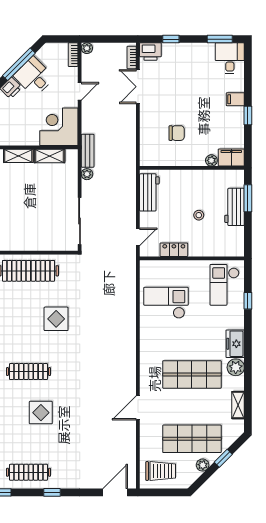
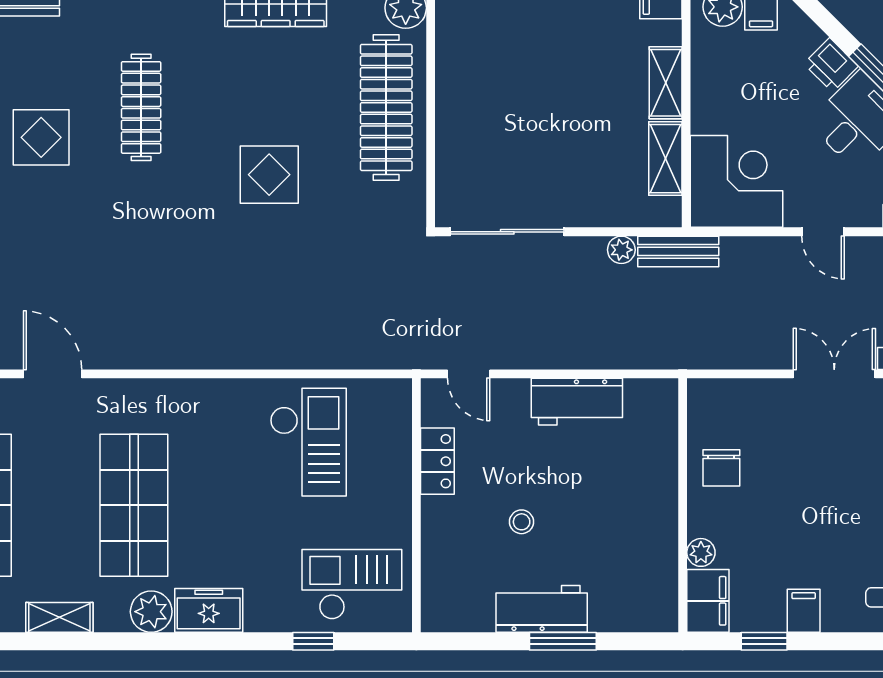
filing cabinet: (231, 158) -> (708, 601), moved
plant: (211, 160) -> (701, 552), moved
wall: (192, 168) -> (683, 505), moved

